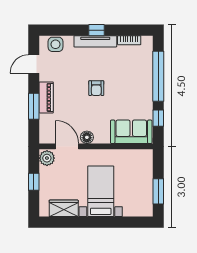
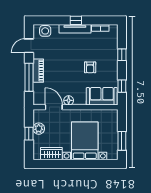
window: (158, 76) -> (122, 55), width x0.32
armchair: (96, 88) -> (90, 67), moved
window: (34, 106) -> (29, 77), width x1.44
plant: (47, 158) -> (39, 129), moved
bed with nightstands: (101, 191) -> (85, 141), width x1.36

